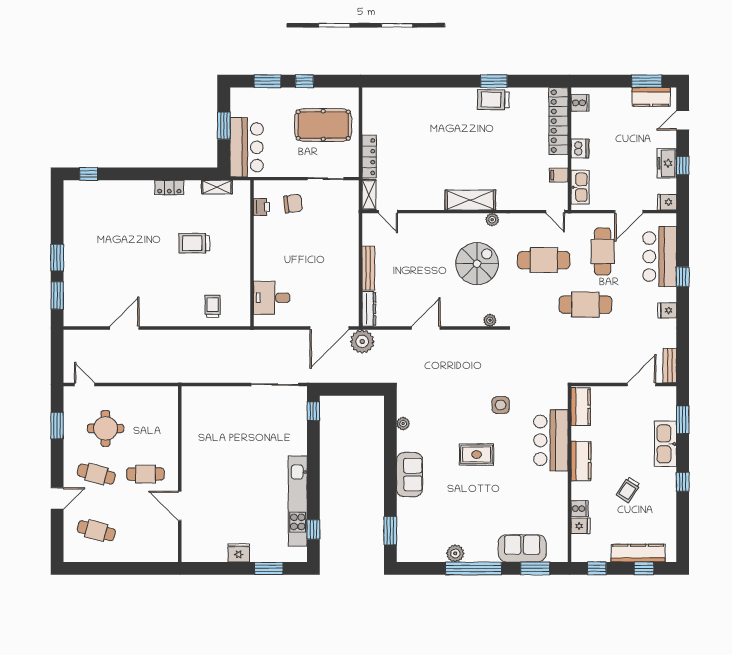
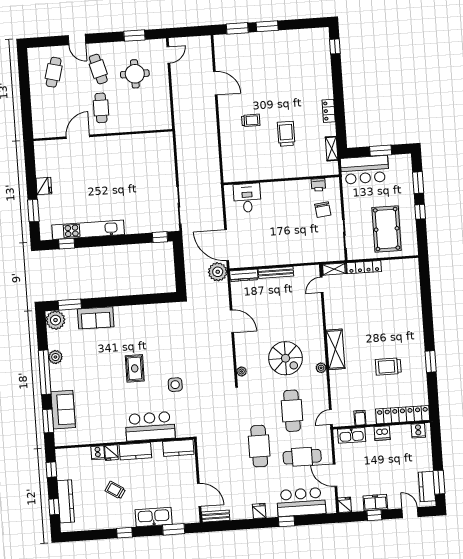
trolley: (493, 100) -> (388, 367), moved, turned -91
trolley: (213, 306) -> (251, 120), moved
plant: (403, 424) -> (56, 320), moved, width x1.87, depth x1.87
cafe table: (96, 474) -> (98, 69), turned -30
sofa: (409, 475) -> (96, 318), moved
fridge: (581, 526) -> (111, 453), moved

